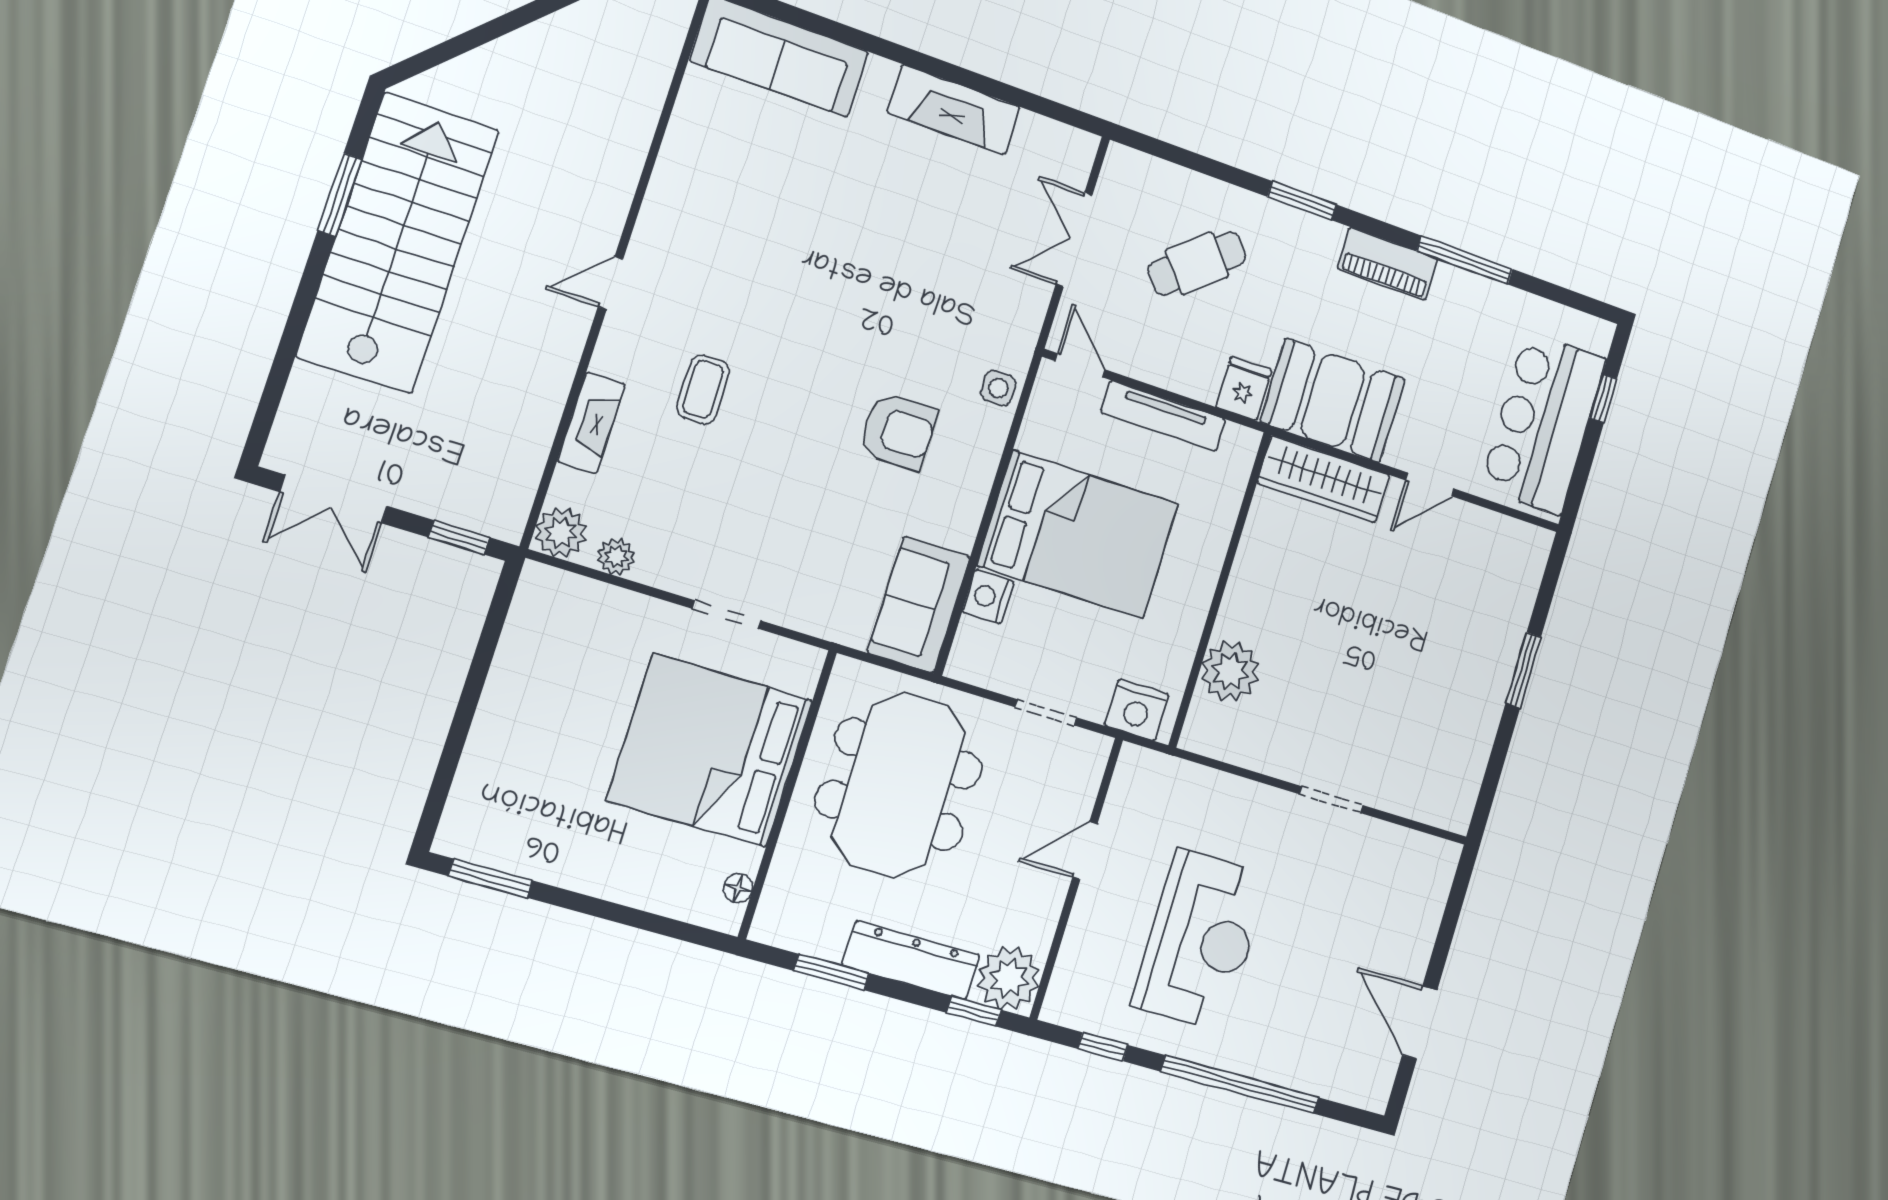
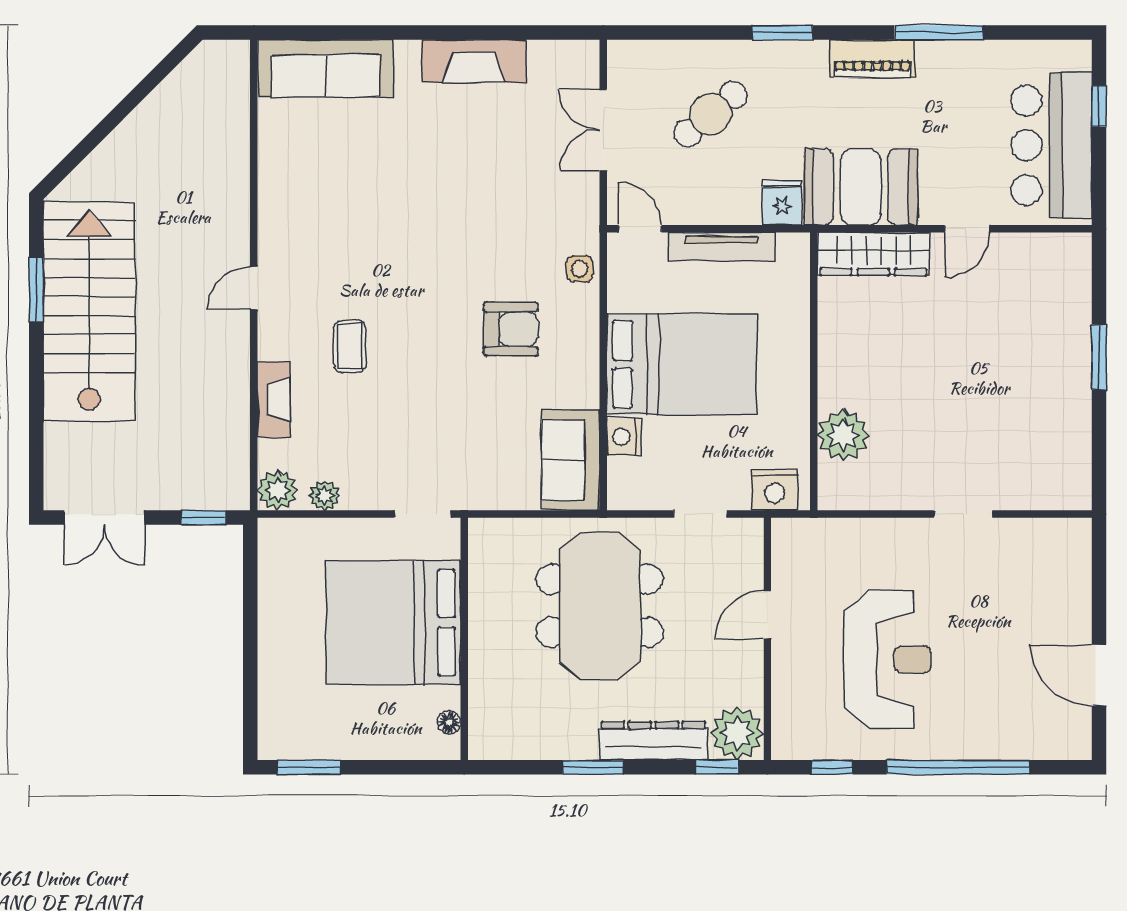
bed: (710, 750) -> (393, 622), moved
wall: (787, 794) -> (464, 639), moved
floor lamp: (738, 888) -> (449, 722), moved

